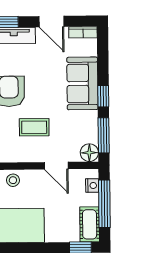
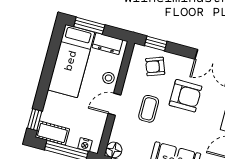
door: (56, 166) -> (114, 104), moved

